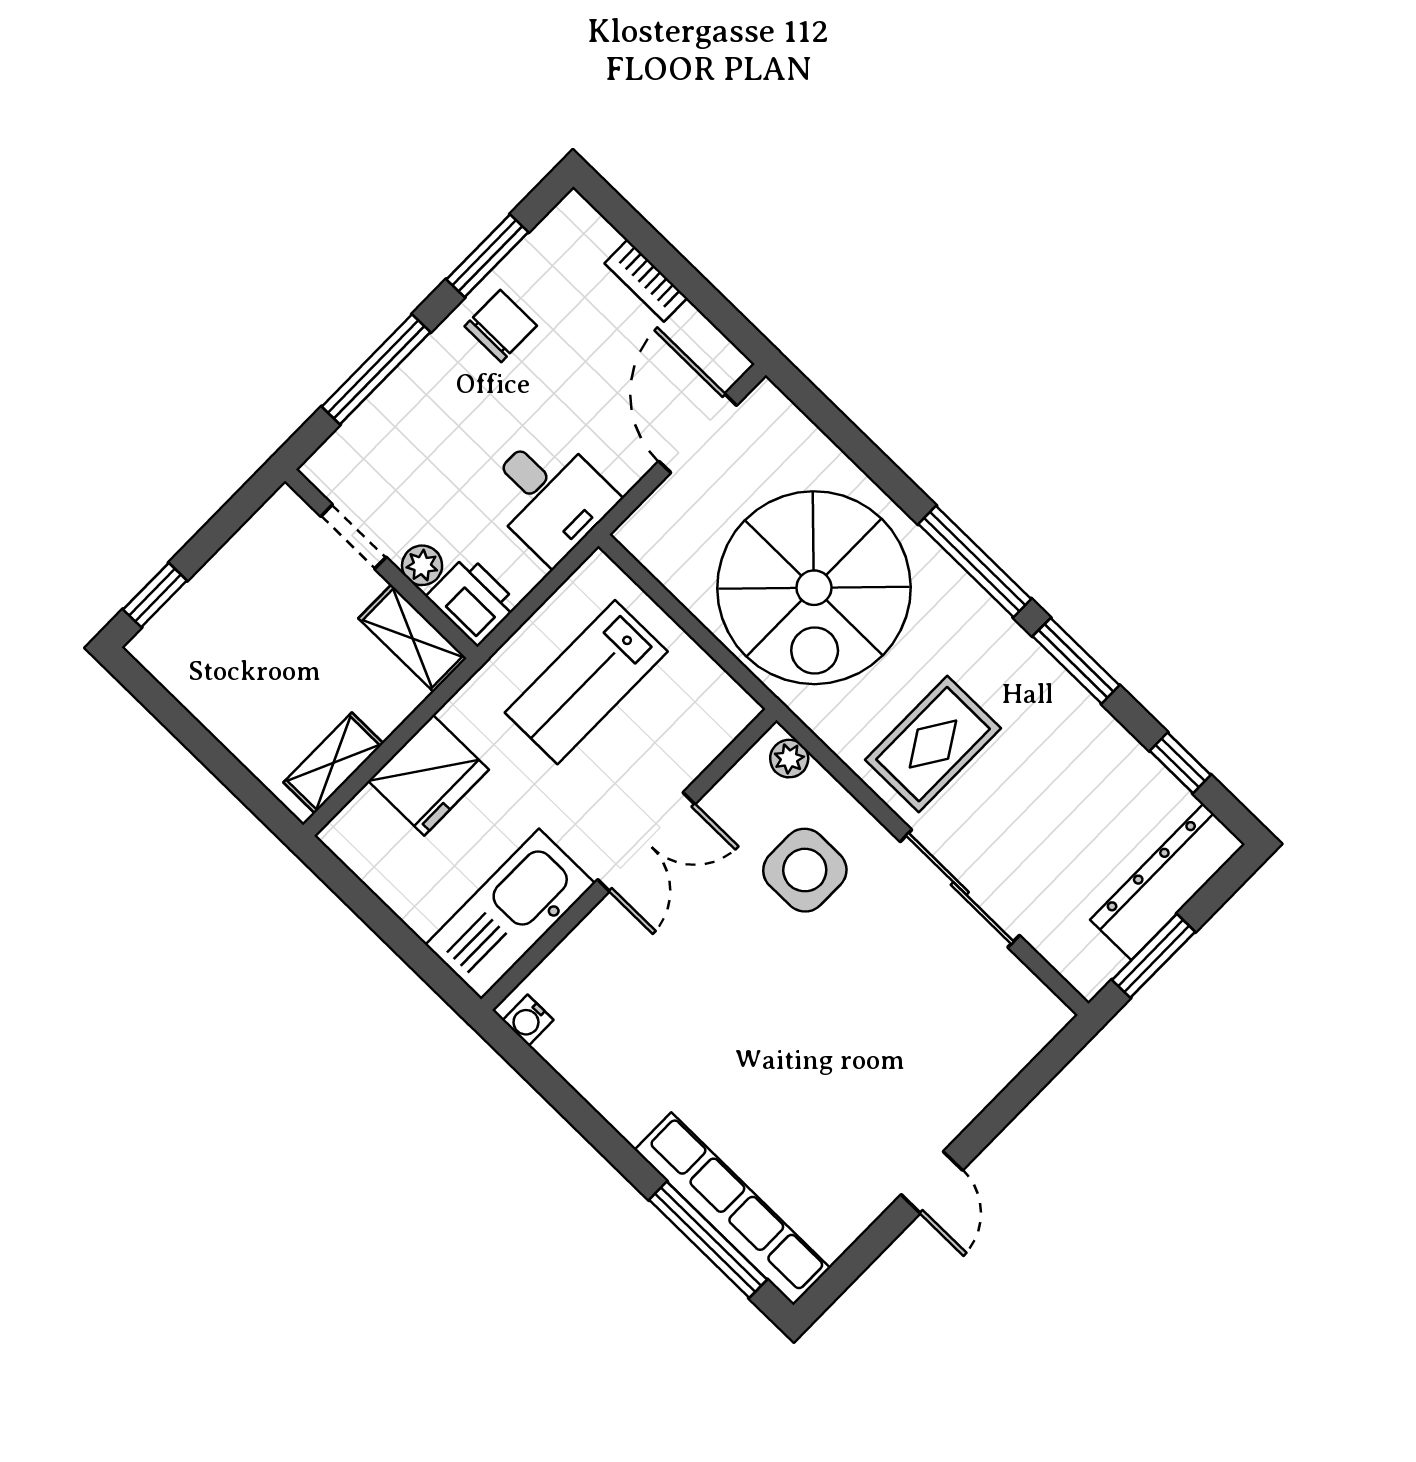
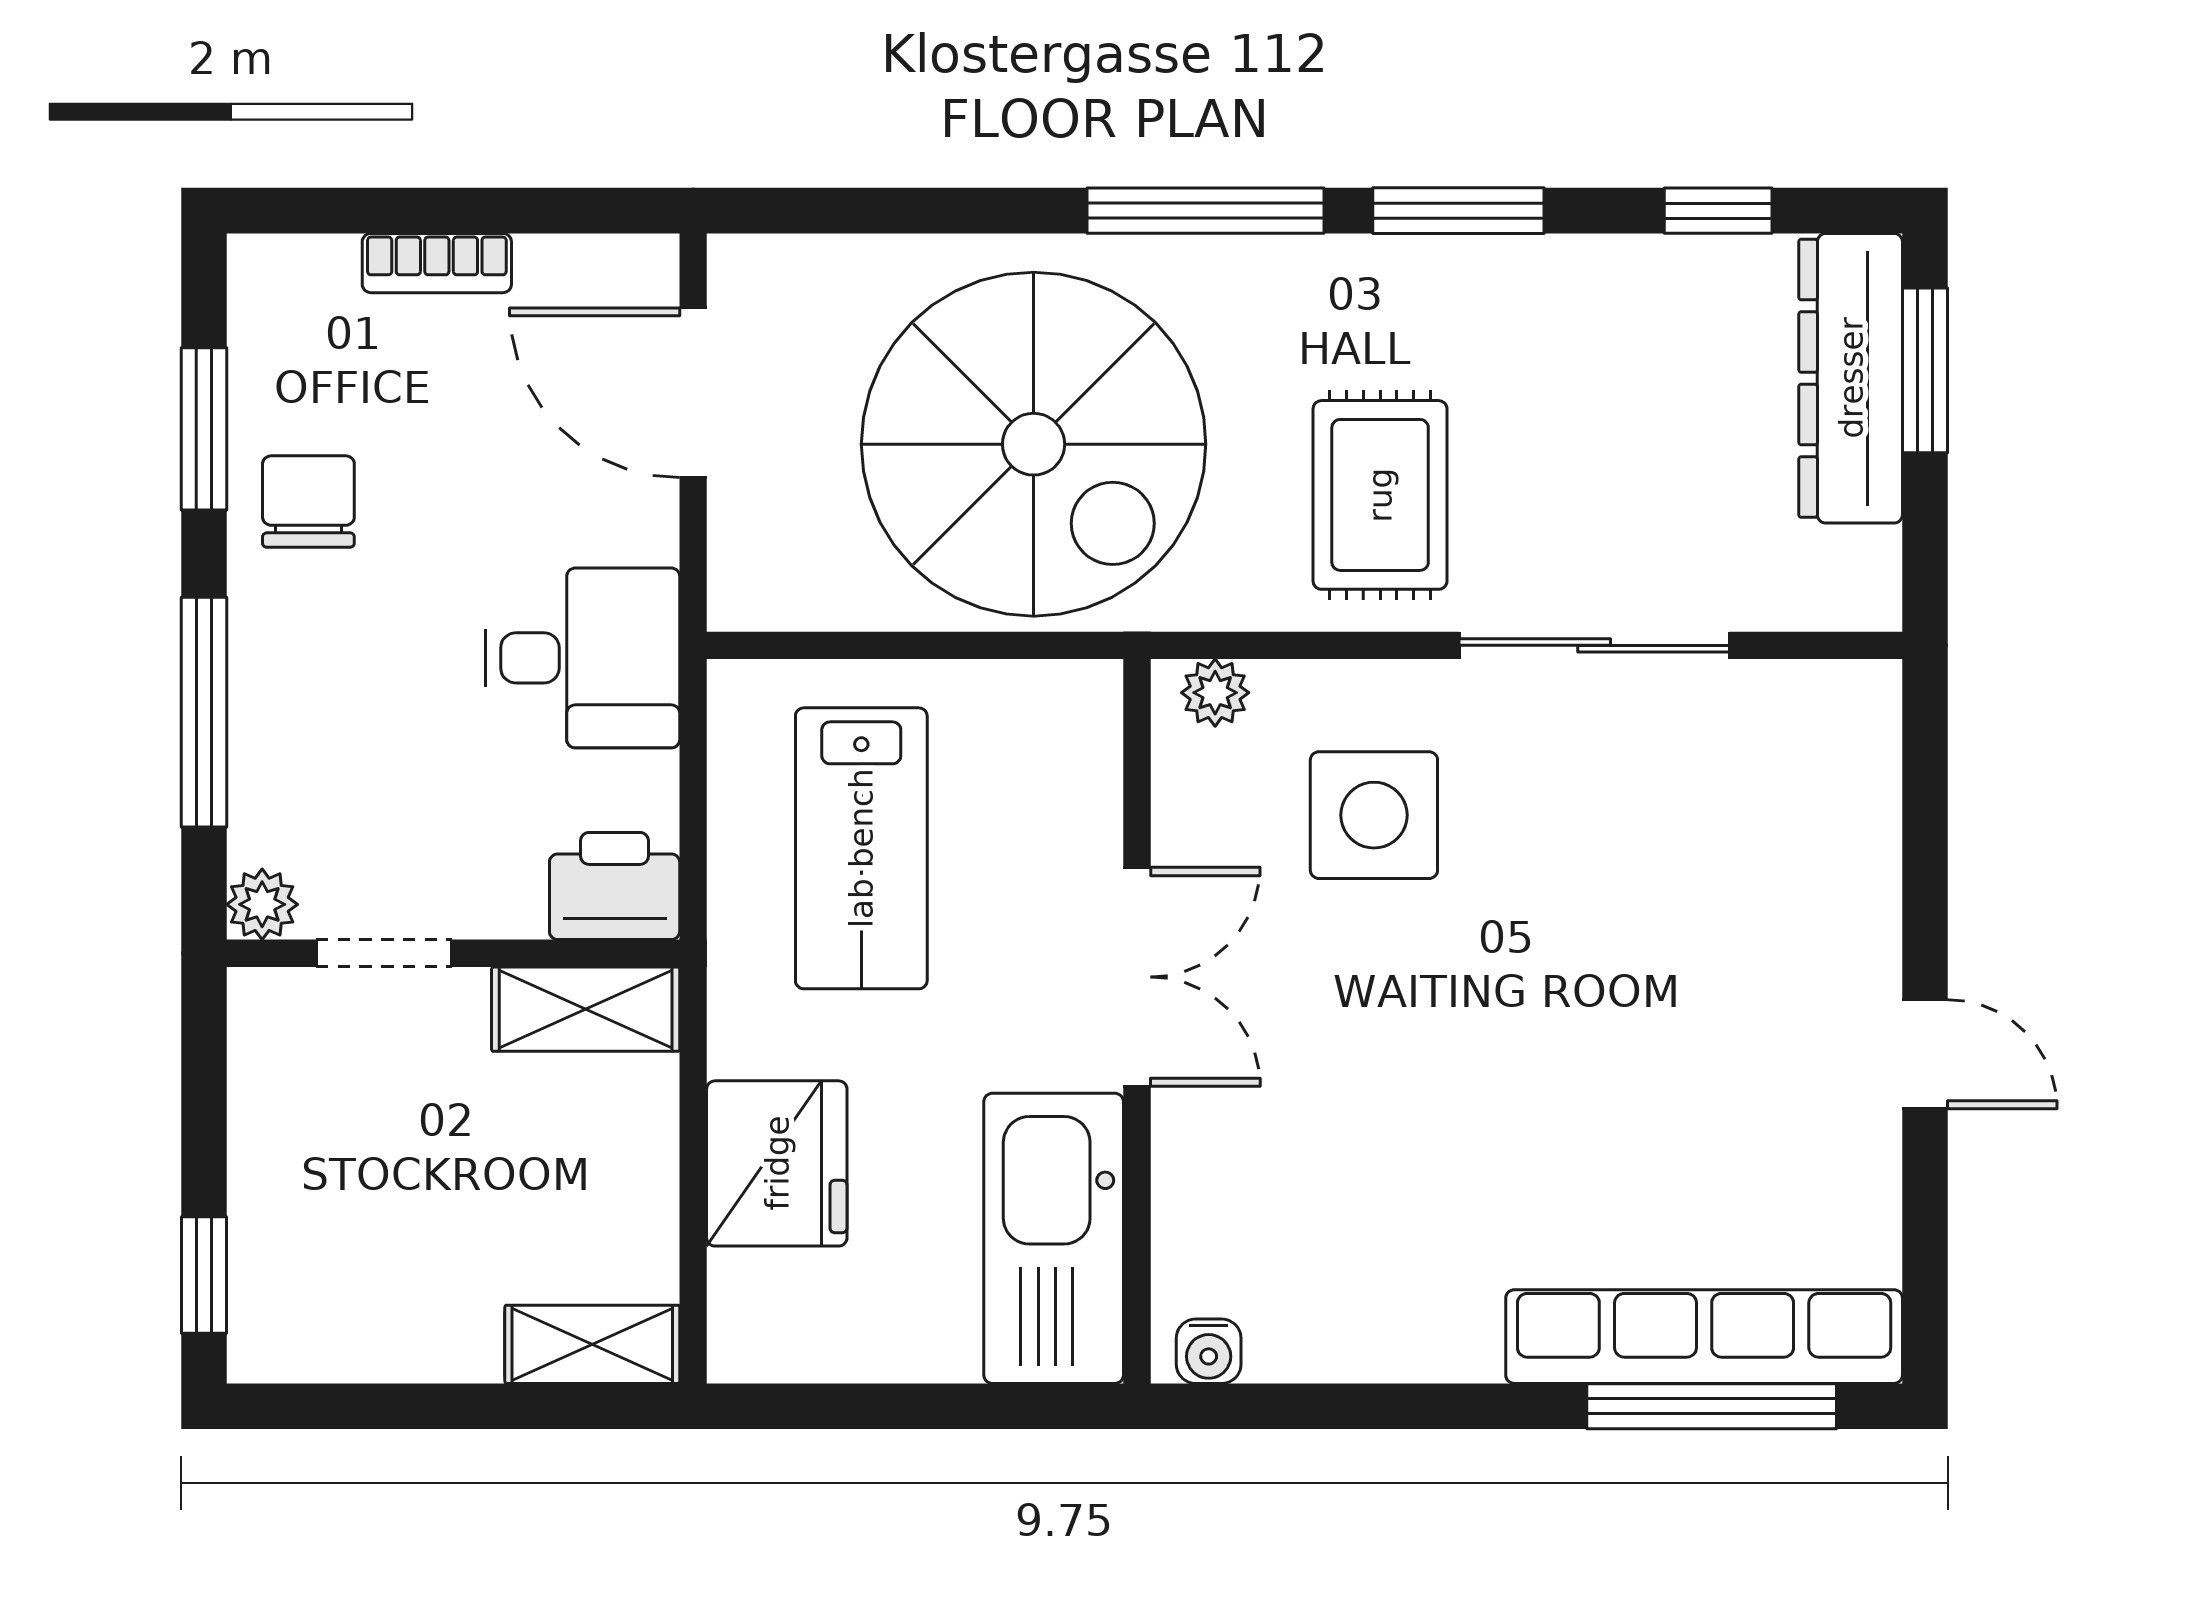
plant: (422, 565) -> (262, 904), moved
shelving: (333, 763) -> (592, 1344), moved, turned 90
window: (1154, 956) -> (1925, 370), moved

